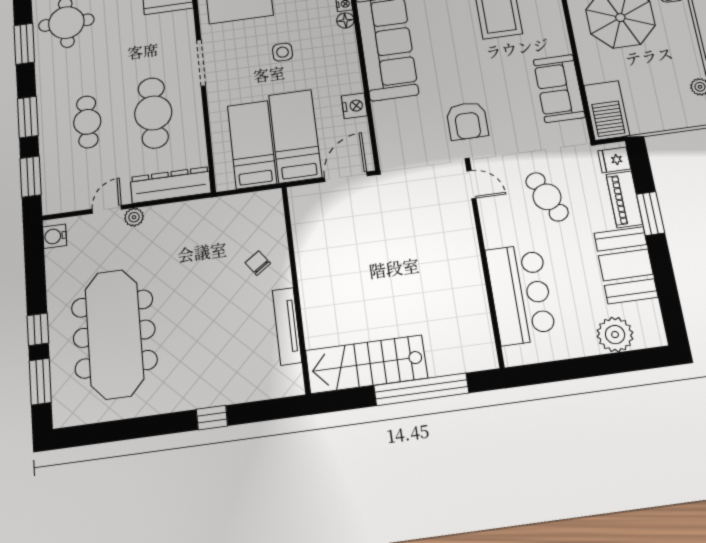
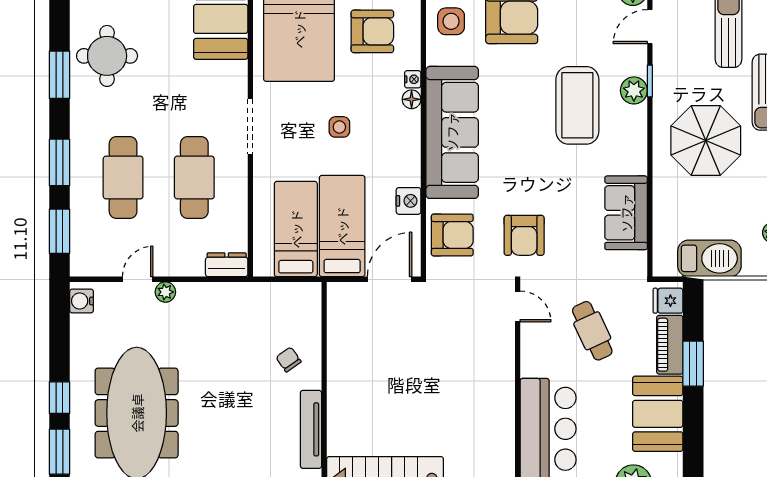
barbecue: (607, 110) -> (709, 258), moved, turned -90
cafe table: (87, 122) -> (123, 178), width x1.37, depth x1.35
armchair: (400, 130) -> (452, 235), added
dresser: (171, 185) -> (227, 265), width x0.51, depth x0.80

